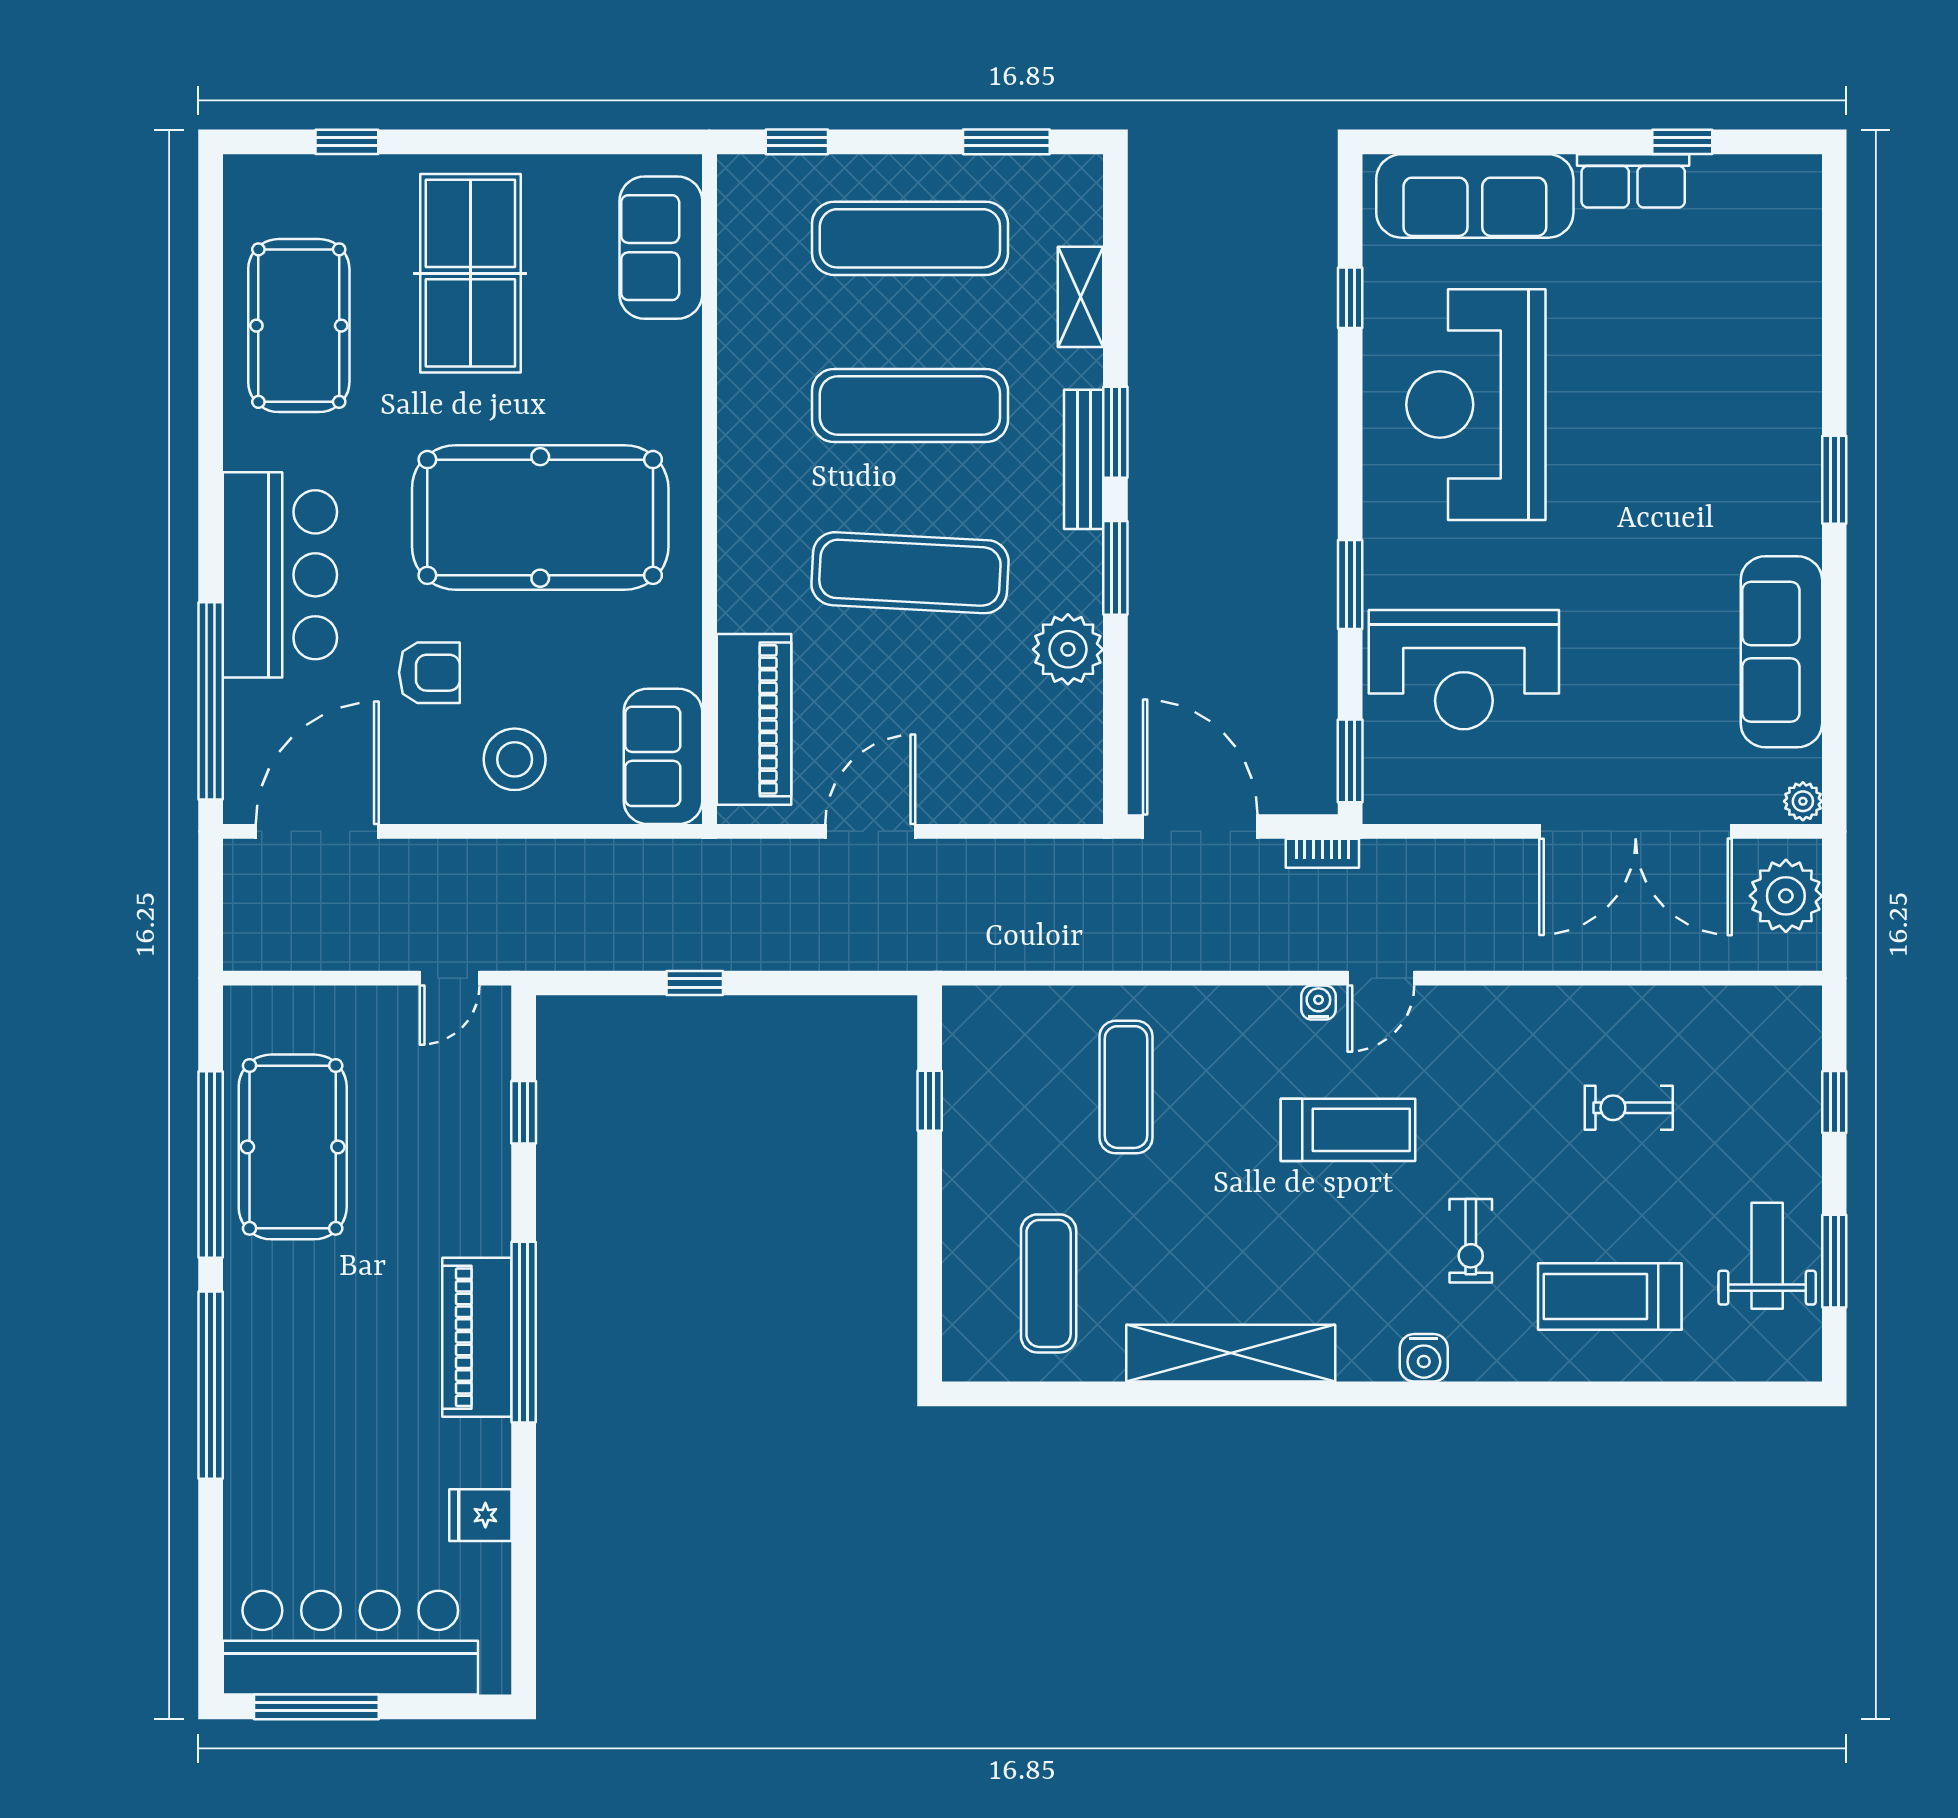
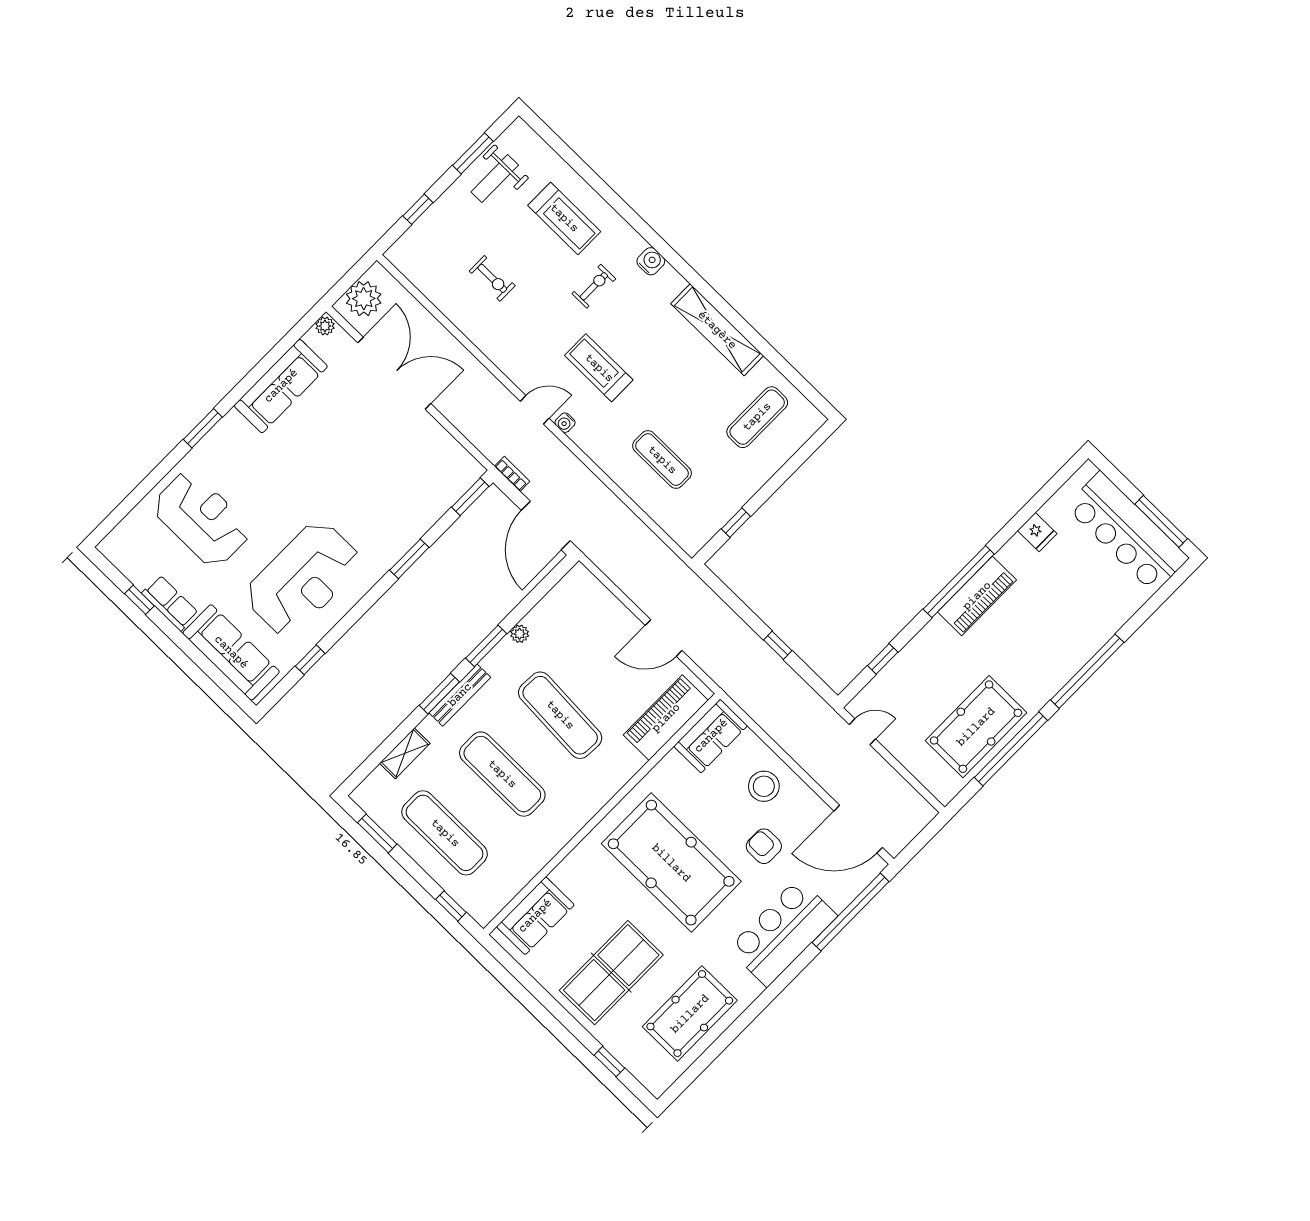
plant: (1068, 649) -> (520, 634), width x0.53, depth x0.53
reception desk: (1464, 670) -> (202, 519), moved
exercise mat: (1126, 1087) -> (662, 460), turned 90

